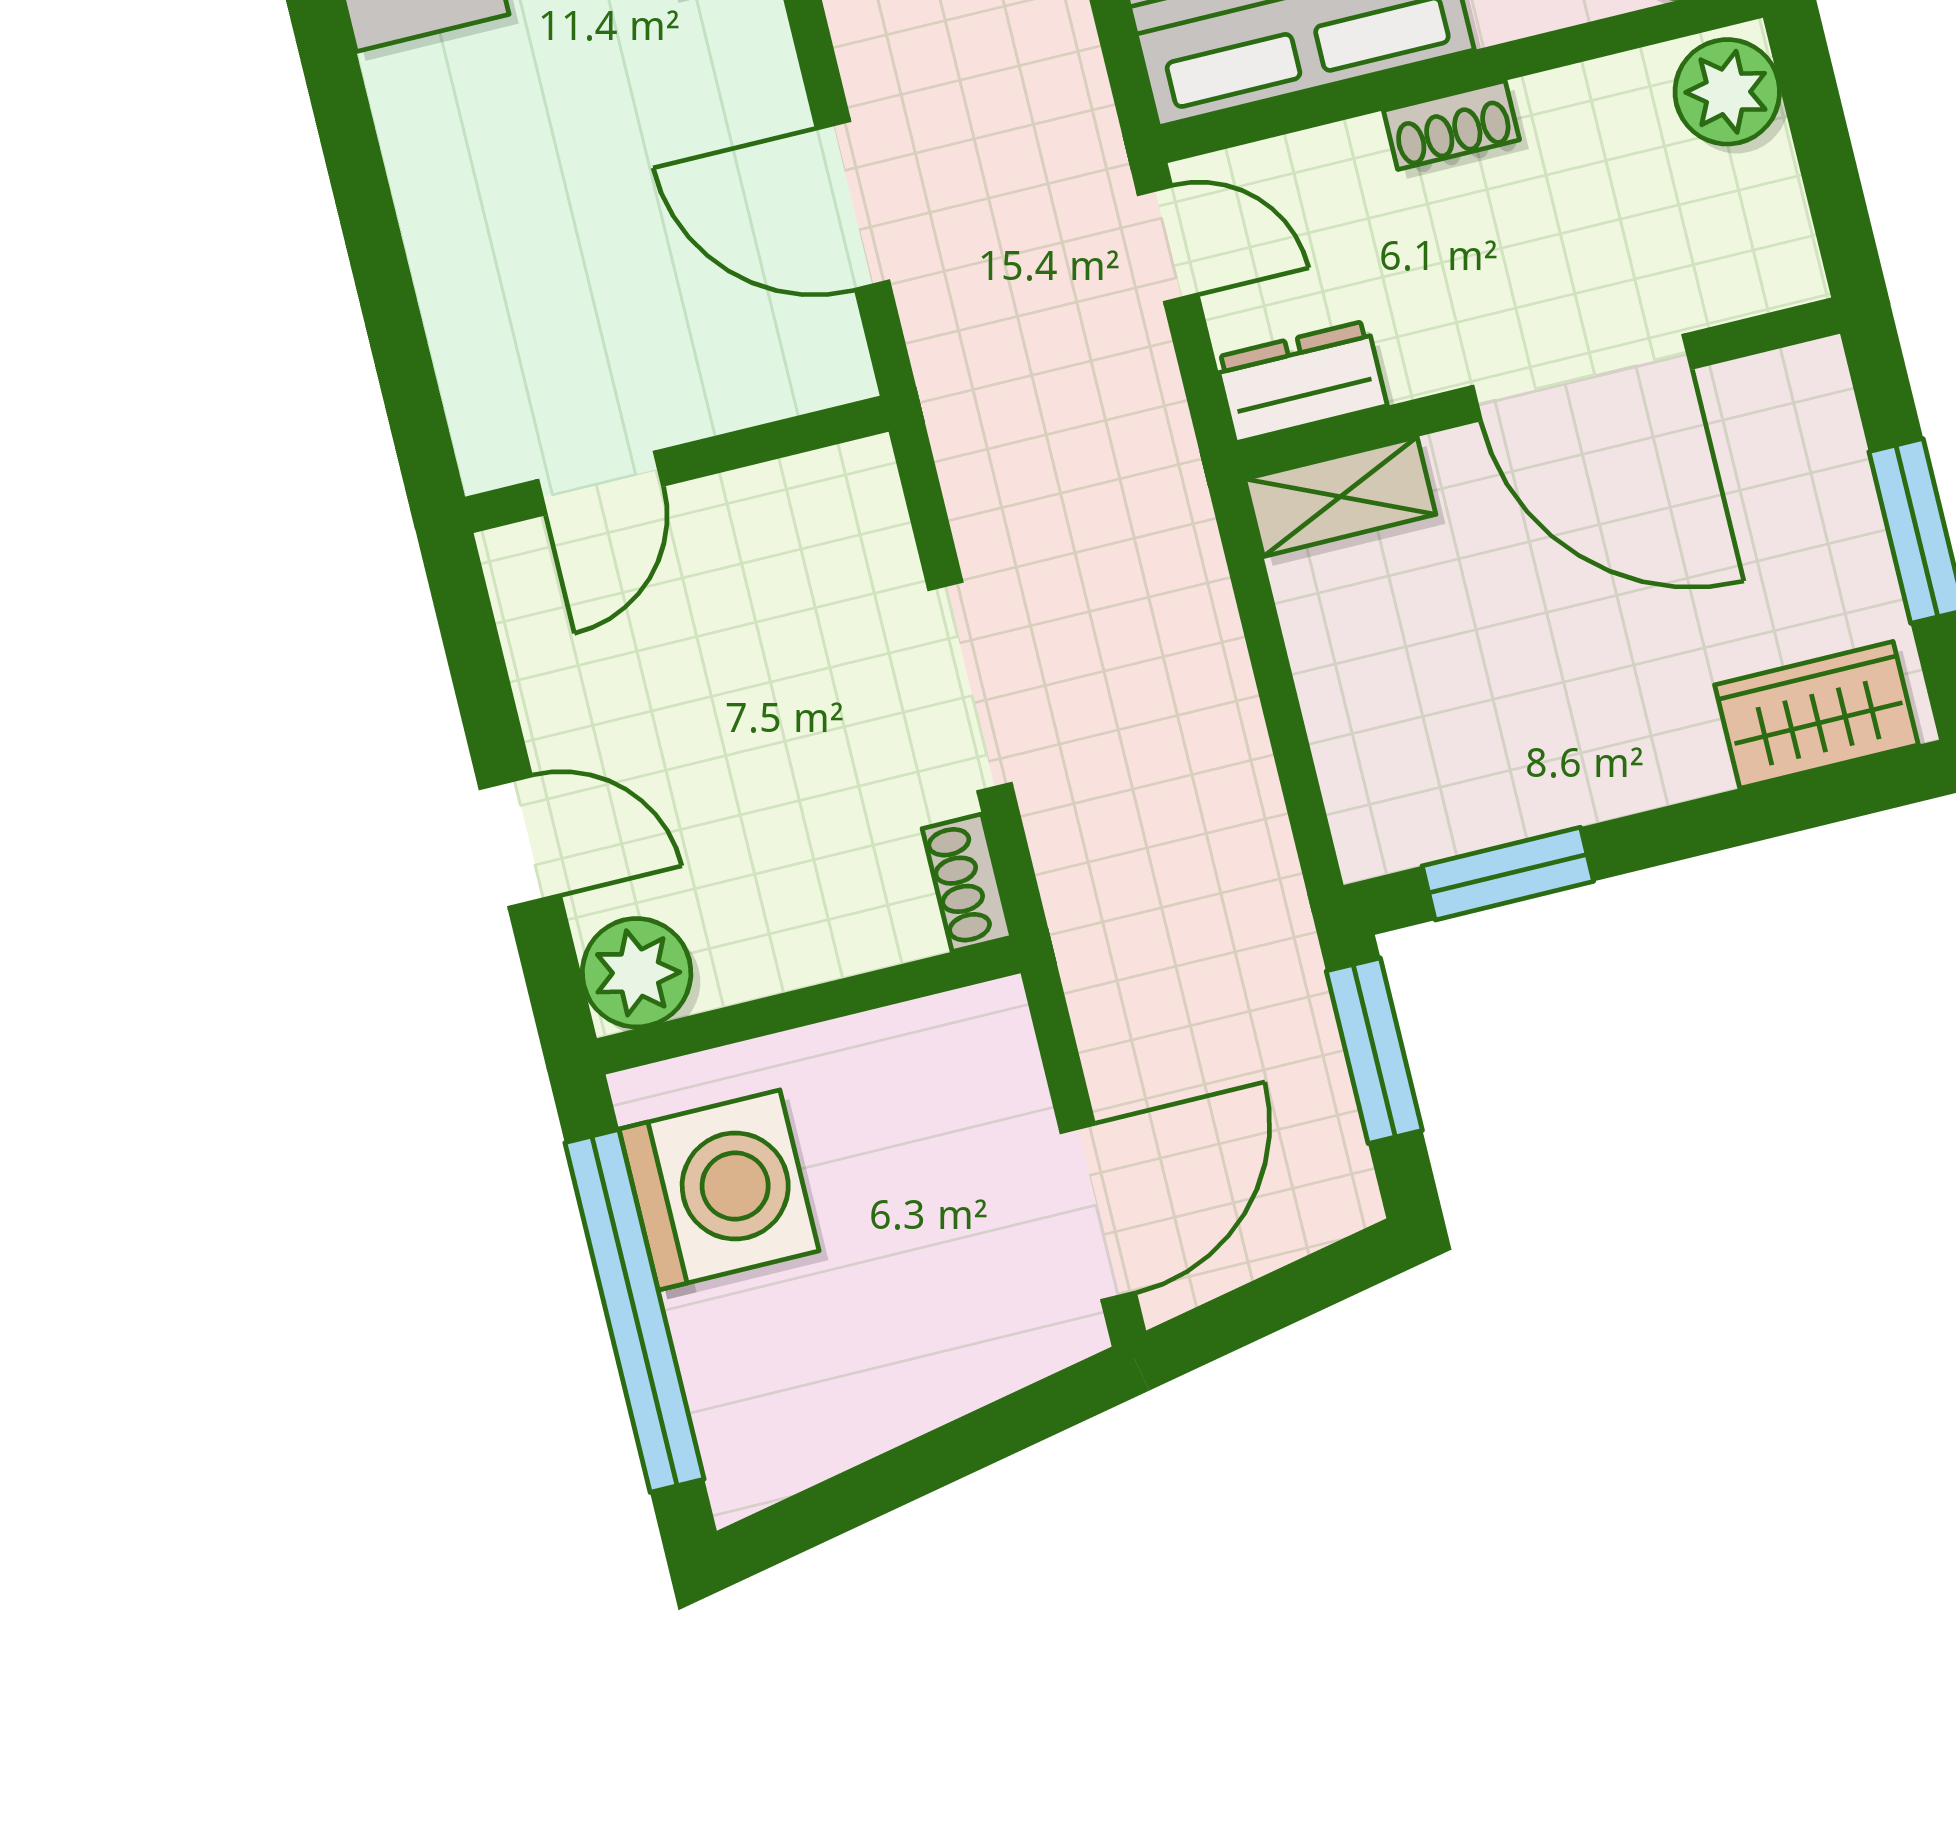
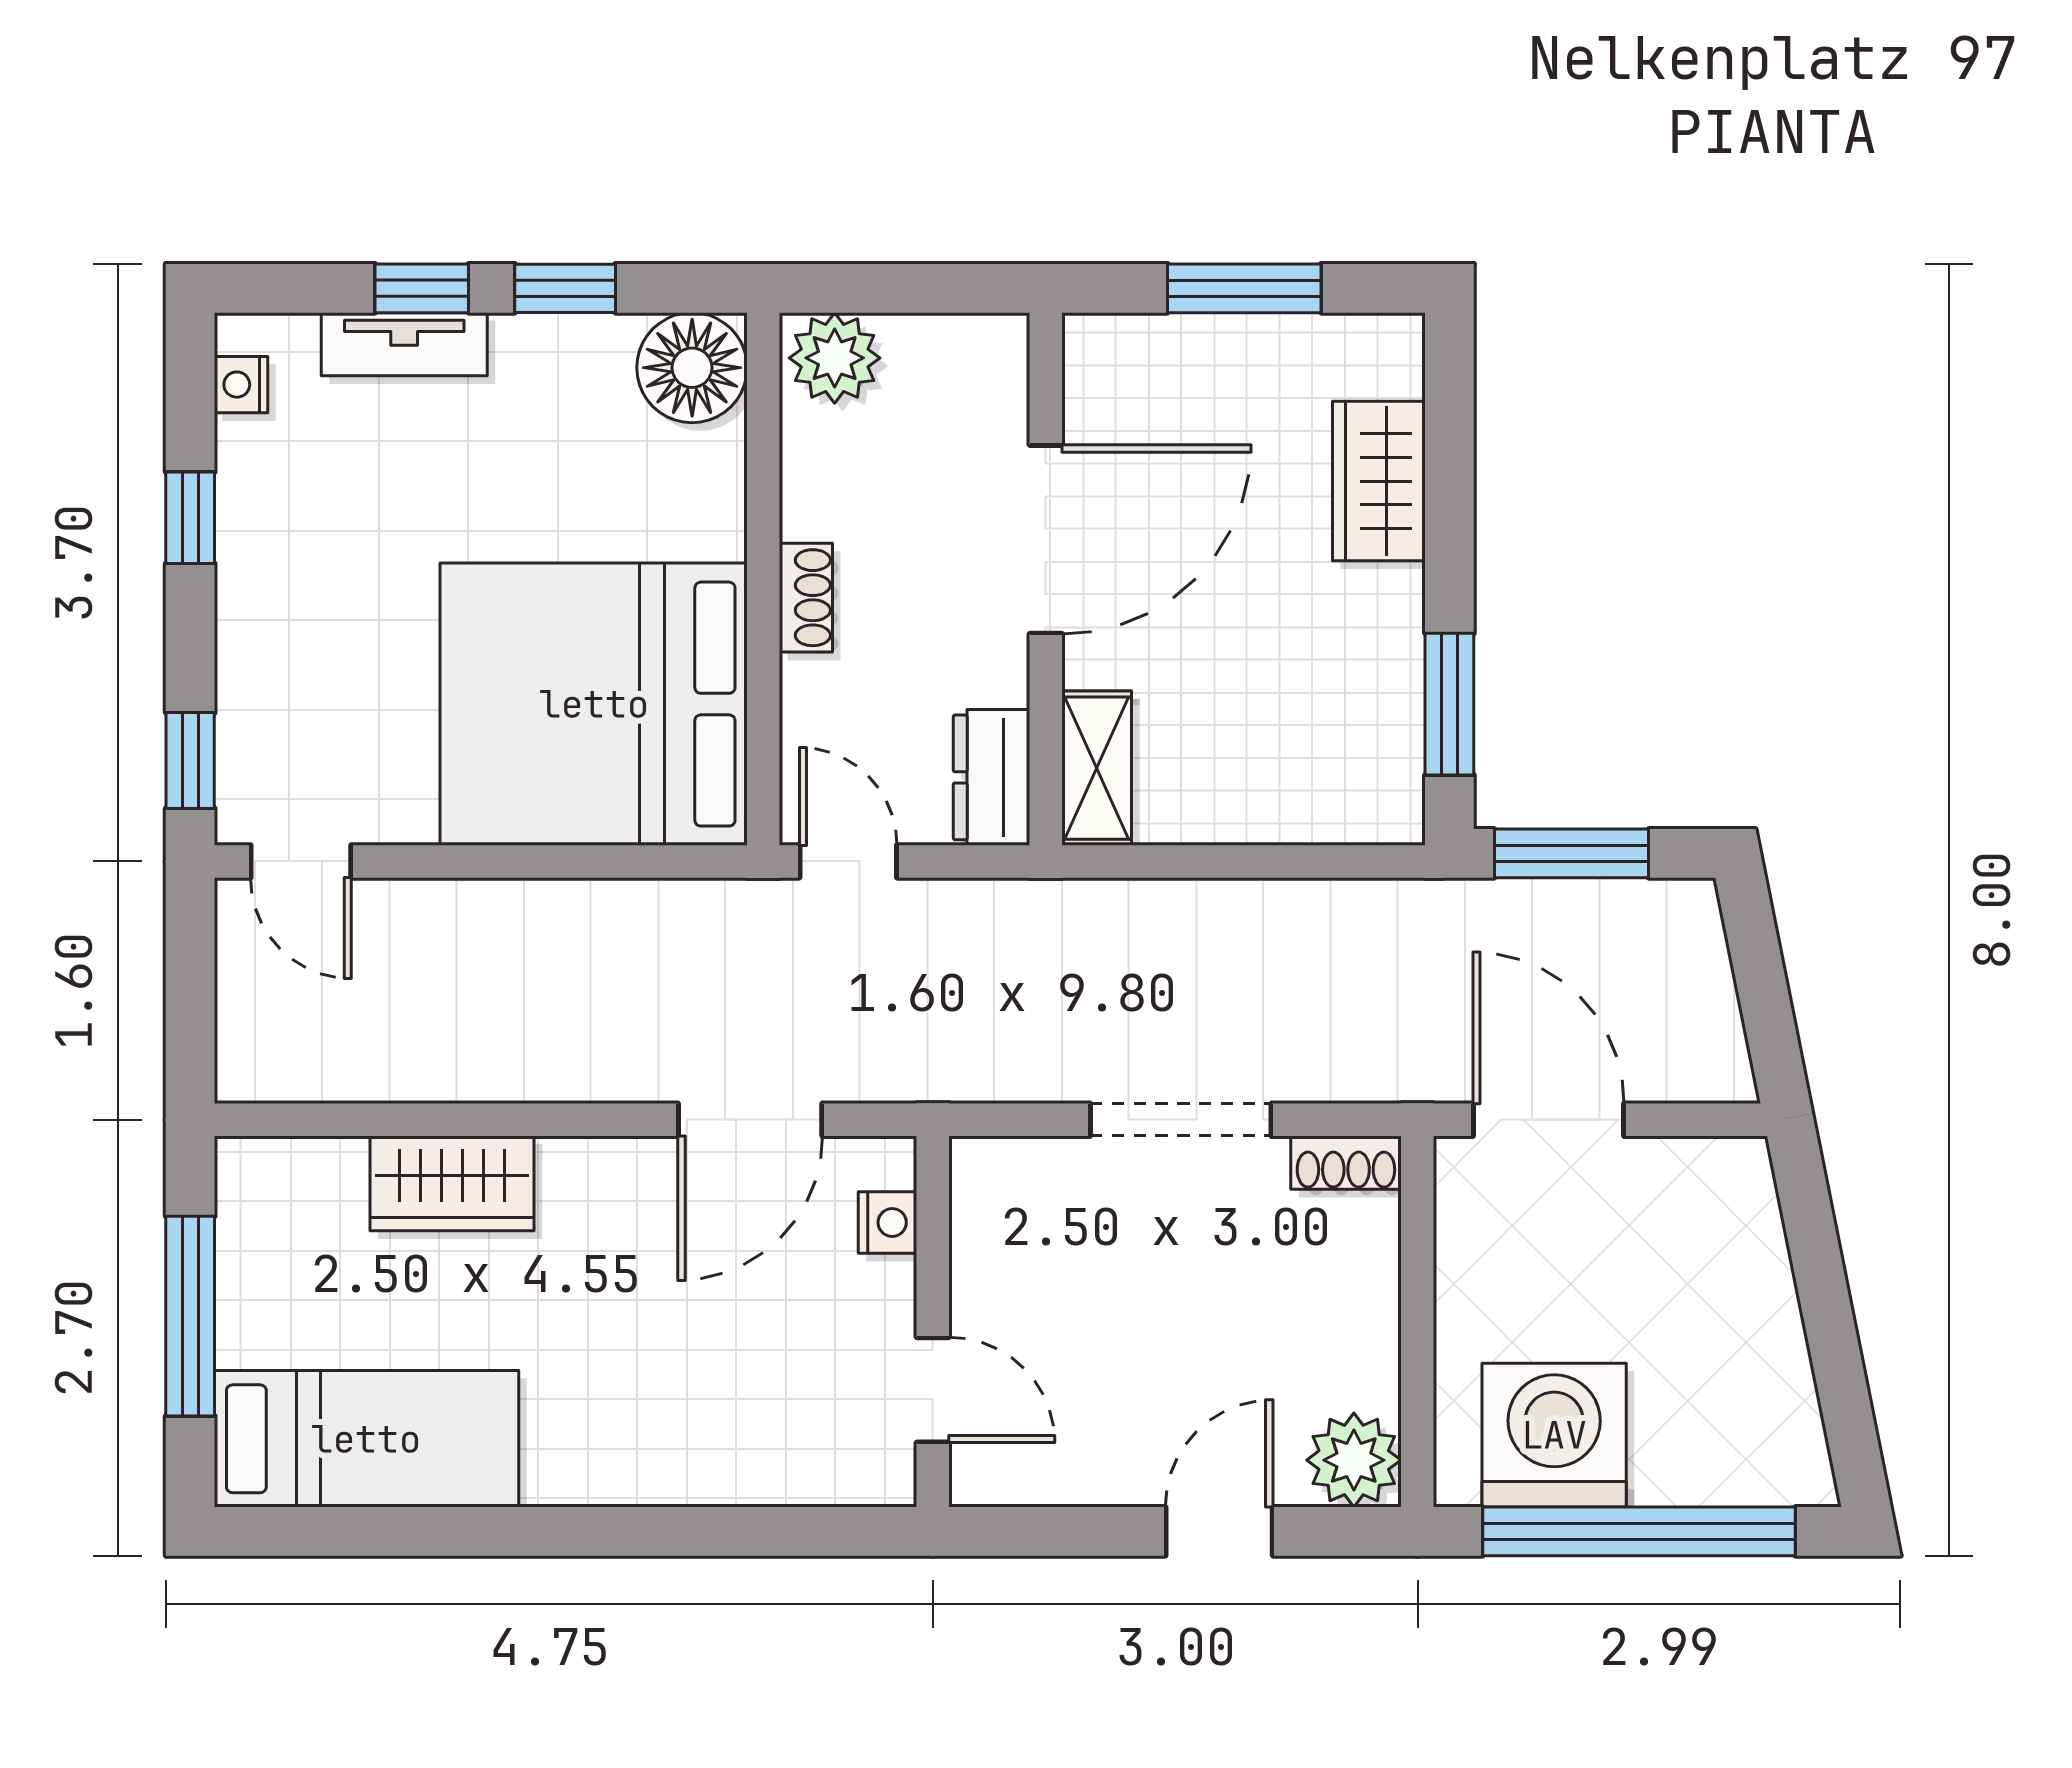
door: (1168, 244) -> (848, 861), hinge flipped
nightstand: (775, 387) -> (887, 1222), added
wardrobe: (1816, 715) -> (1379, 481), moved
door: (1098, 1212) -> (1549, 1120), moved

